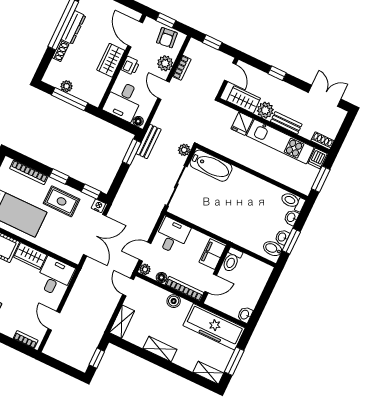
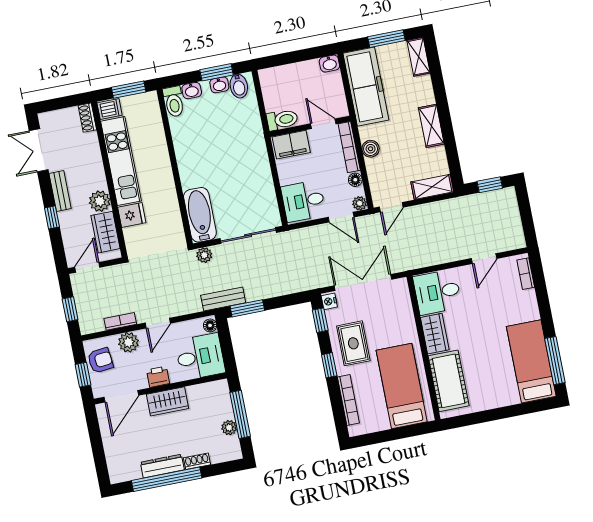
bench: (286, 123) -> (60, 191), moved

